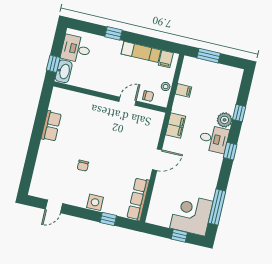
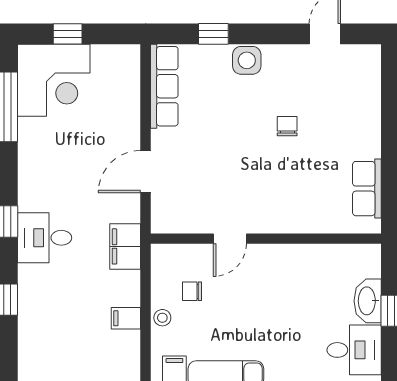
wall: (110, 97) -> (266, 239), moved
door: (127, 101) -> (230, 239), moved
plant: (225, 120) -> (32, 280), removed

